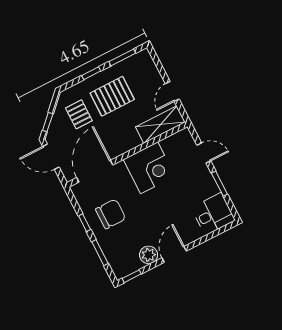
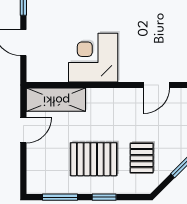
door: (95, 171) -> (156, 85), width x0.53
chair: (111, 214) -> (163, 28), removed

